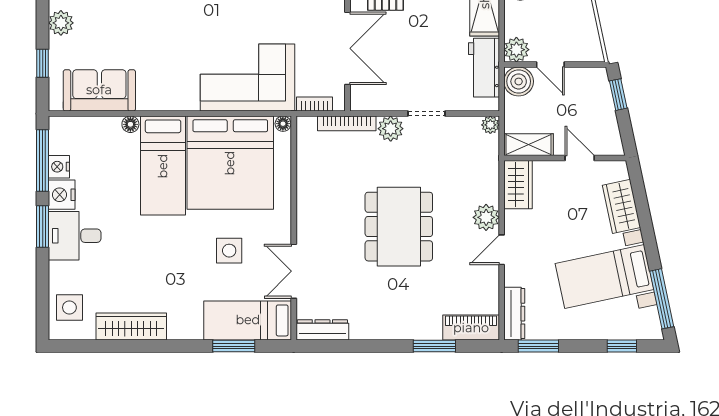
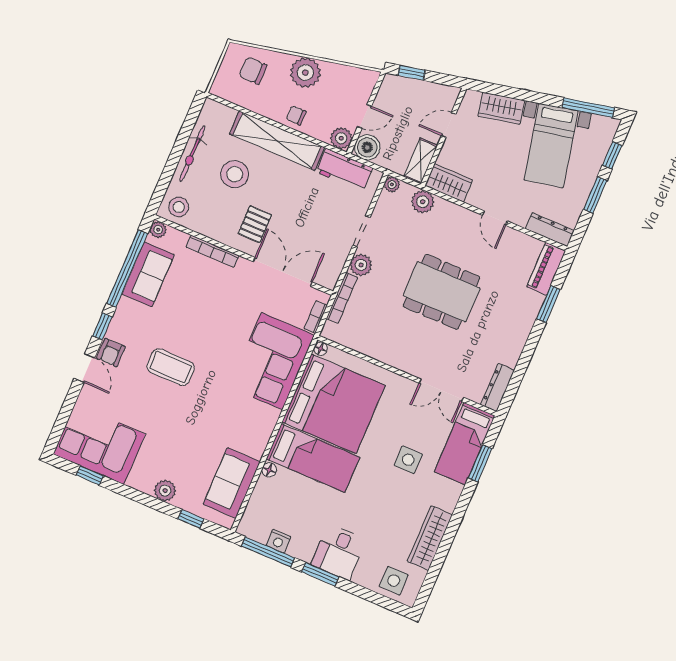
nightstand: (62, 195) -> (302, 548), removed
plant: (486, 217) -> (423, 202), moved
side table: (229, 251) -> (408, 460), moved
window: (538, 346) -> (595, 195), moved

